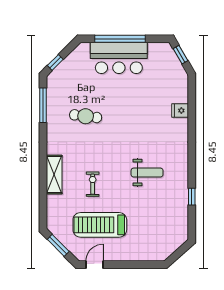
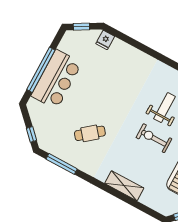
fridge: (180, 111) -> (105, 40), moved
cafe table: (86, 116) -> (90, 133), turned 44
exercise bike: (93, 184) -> (154, 138), moved, width x1.38, depth x1.39

